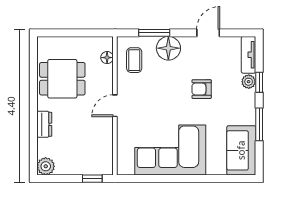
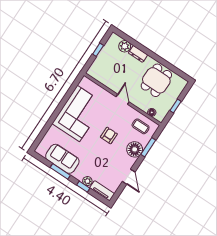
window: (79, 33) -> (175, 106), added
armchair: (202, 89) -> (109, 135), moved
sofa: (241, 150) -> (62, 159), moved
plant: (46, 166) -> (125, 46), moved
window: (92, 179) -> (98, 50), moved

